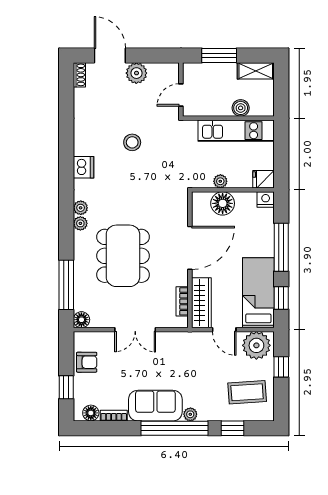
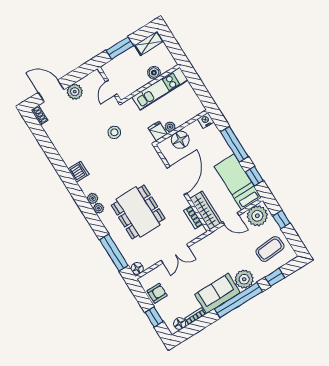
stool: (132, 142) -> (114, 132), moved
fridge: (264, 179) -> (158, 131), moved, turned 90
plant: (190, 414) -> (244, 279), width x1.88, depth x1.88

